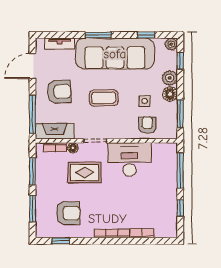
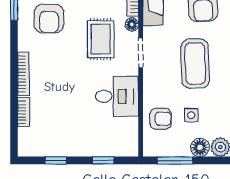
coffee table: (104, 98) -> (195, 64), width x1.36, depth x1.32
desk: (130, 160) -> (117, 96), width x0.73
window: (180, 170) -> (103, 160), width x0.46

